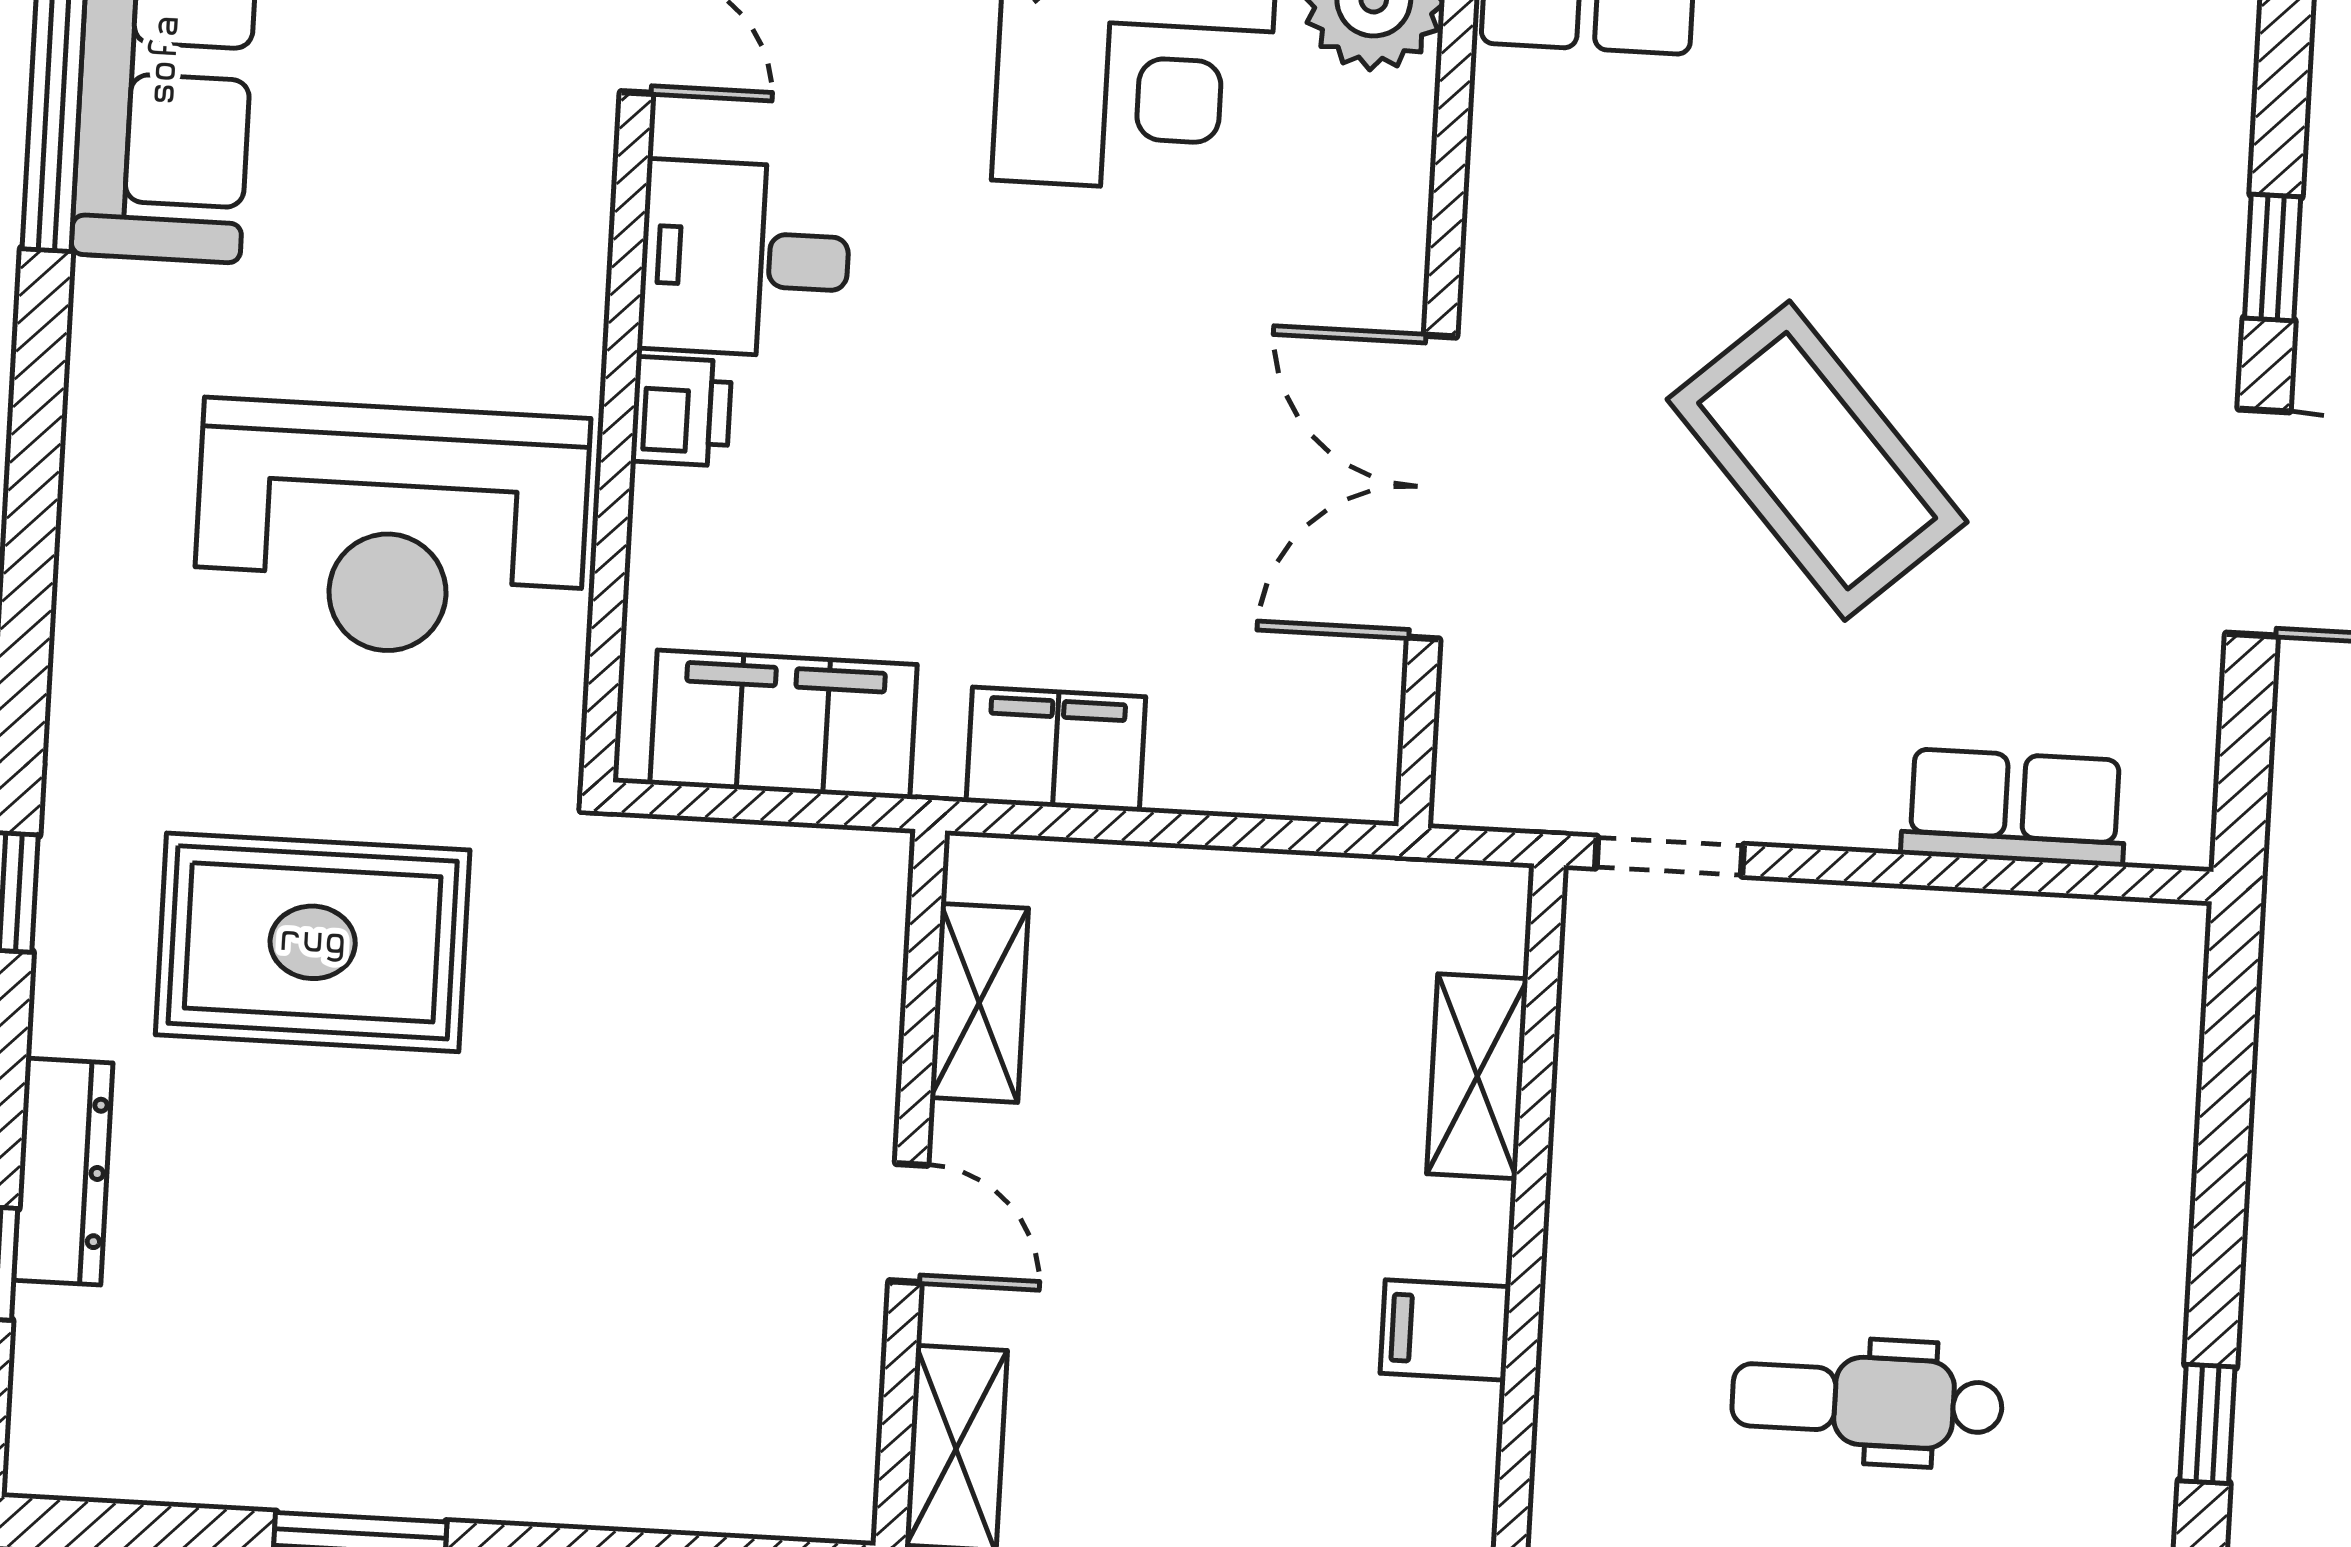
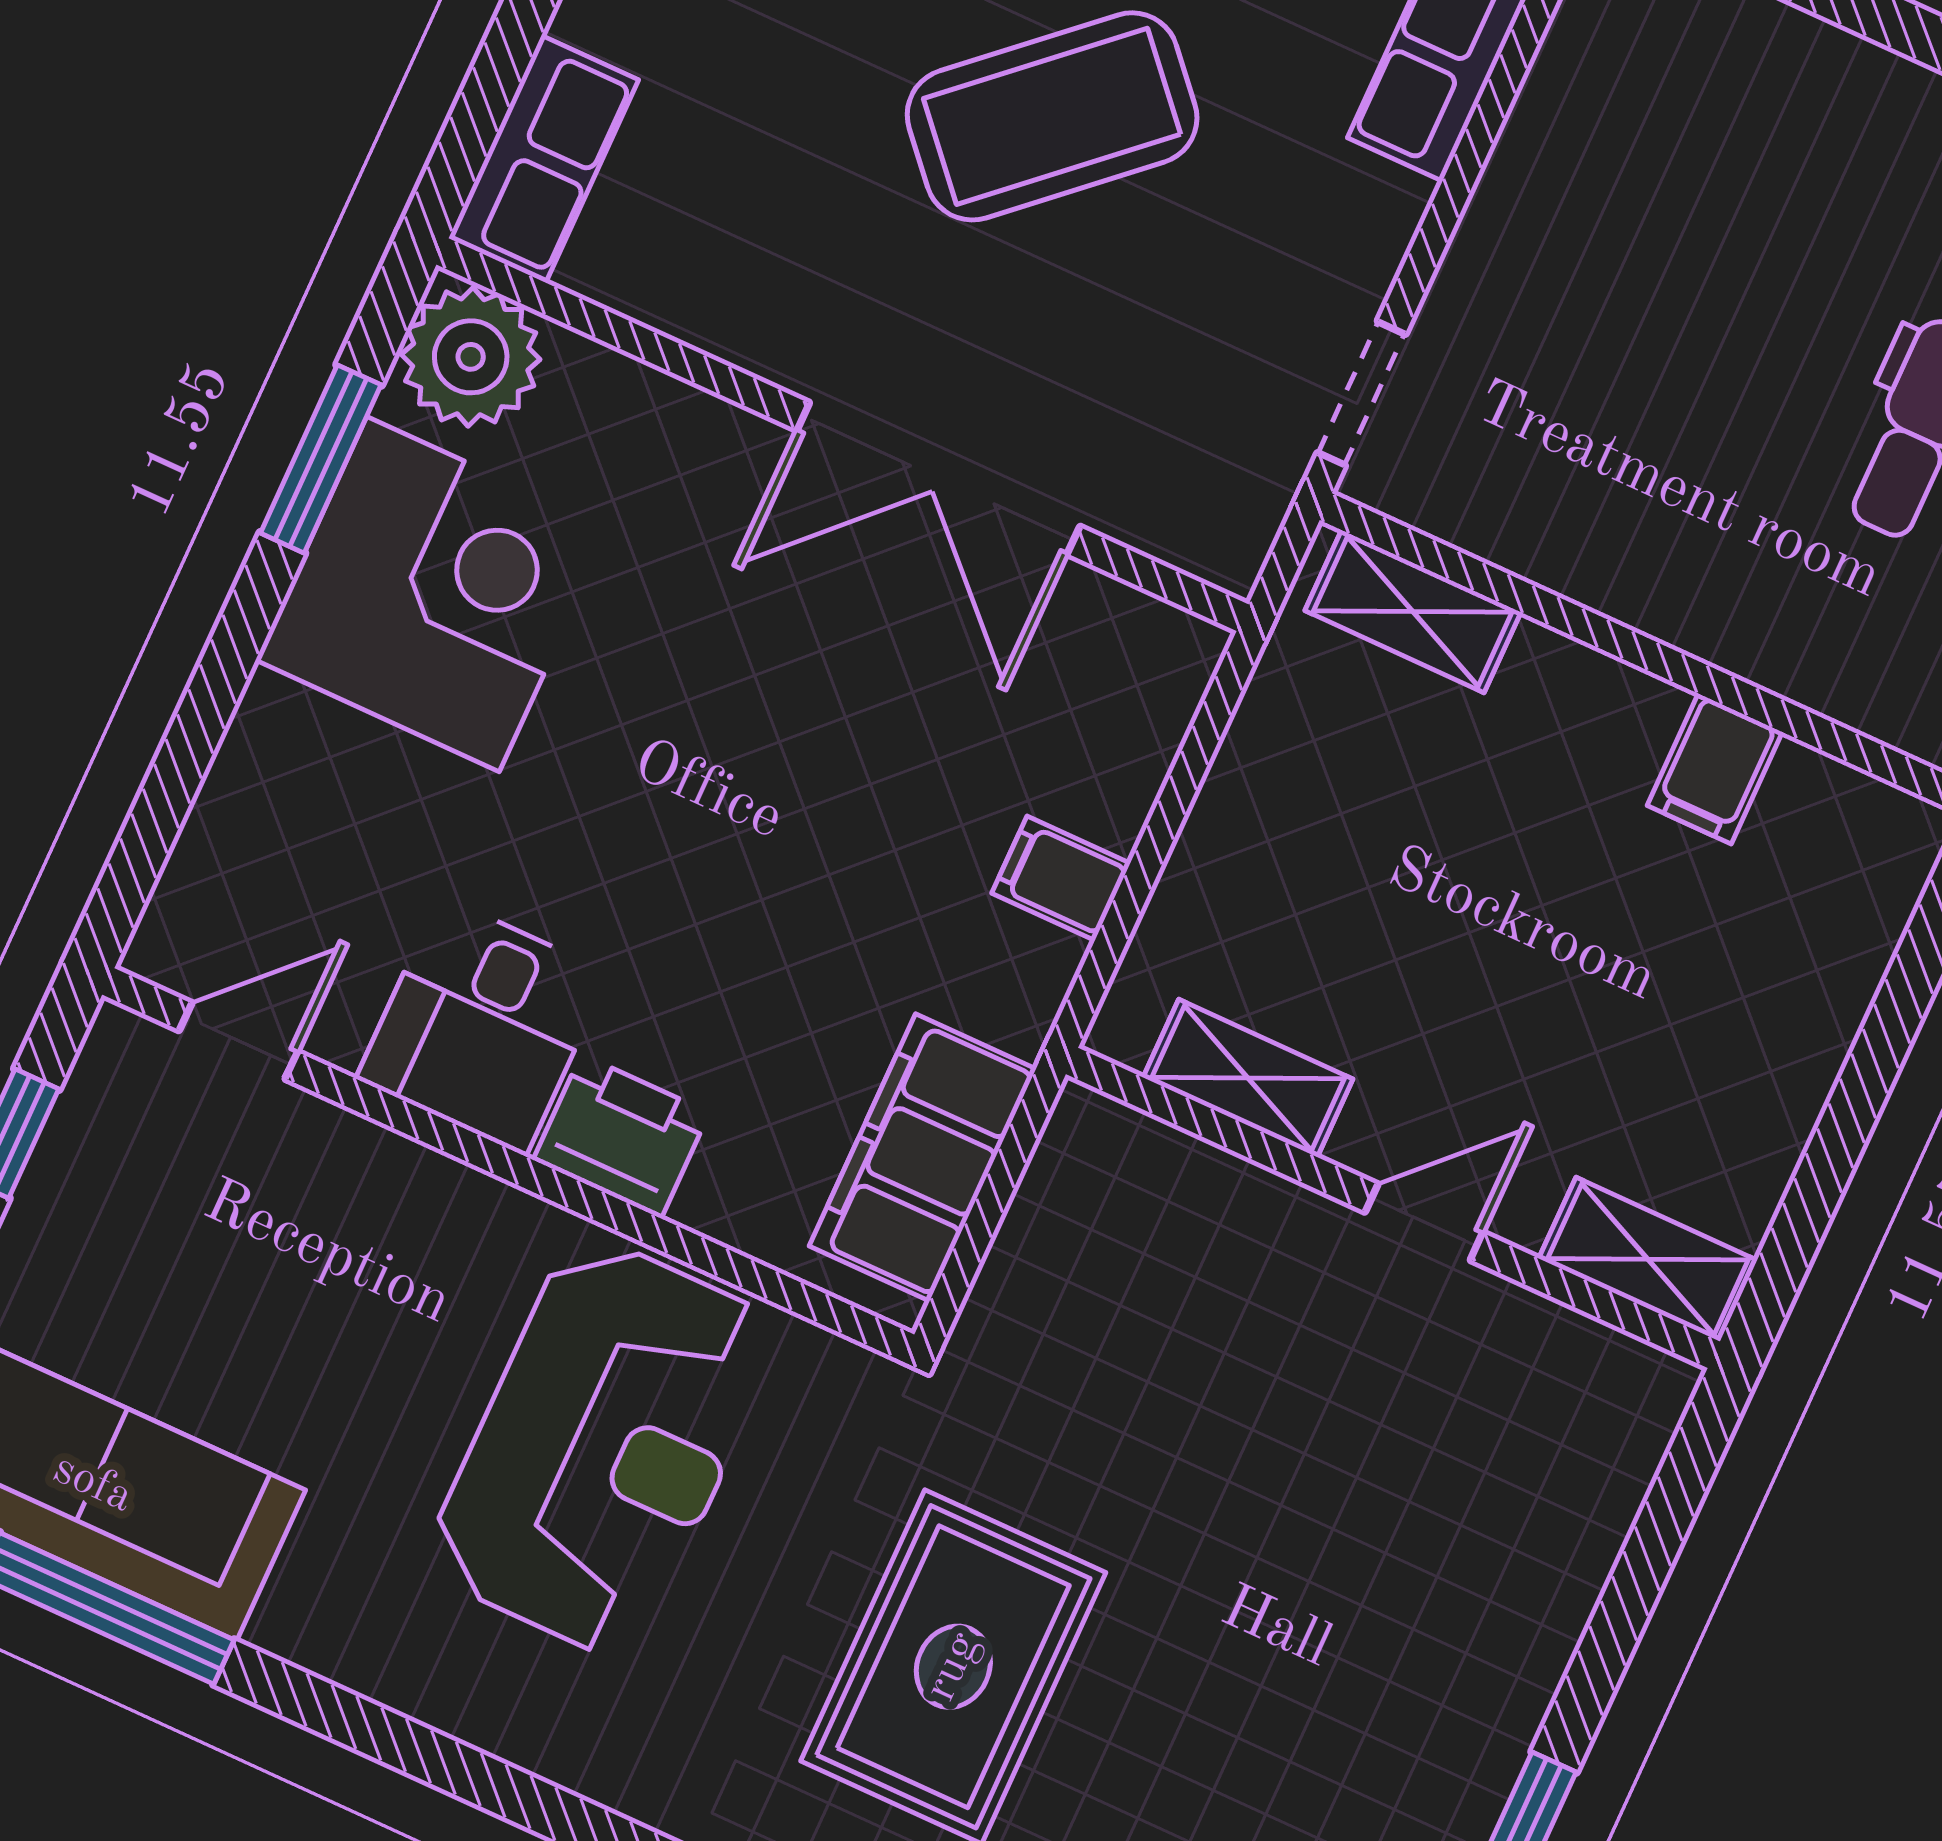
printer: (681, 411) -> (621, 1136), width x1.36, depth x1.24
filing cabinet: (1056, 749) -> (1061, 878), width x0.50
shelving: (1477, 1076) -> (1413, 611), moved

